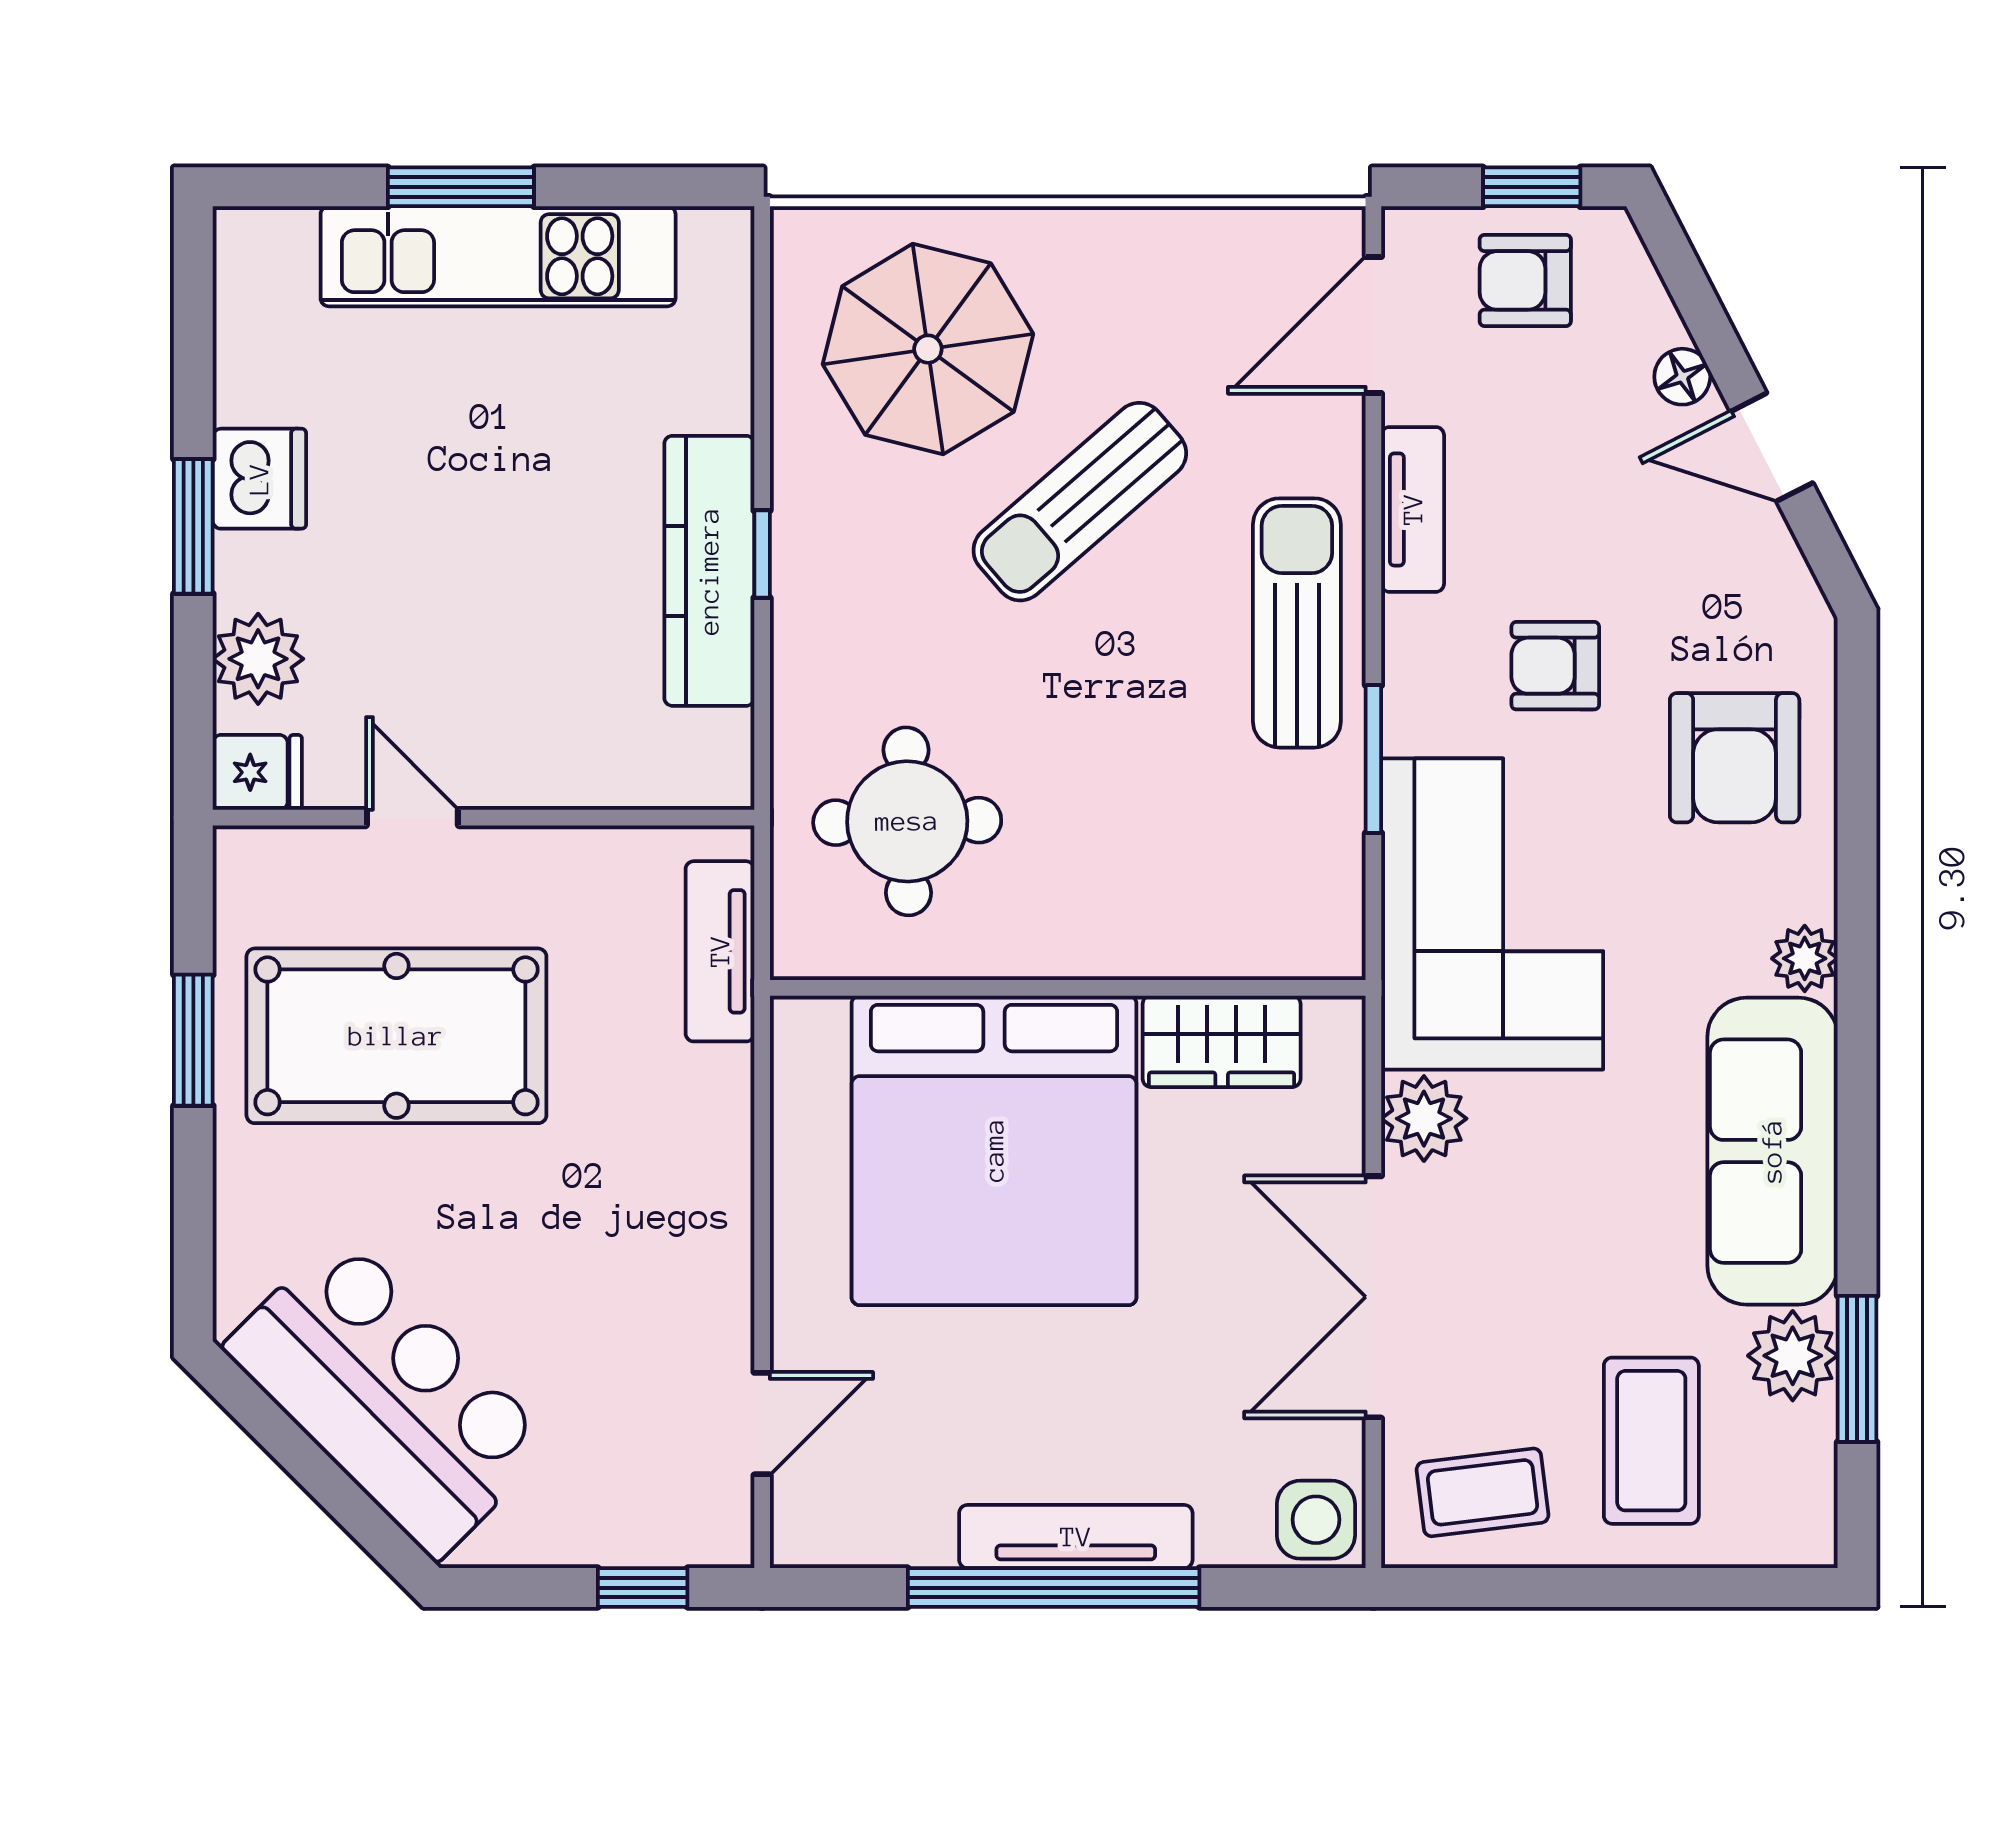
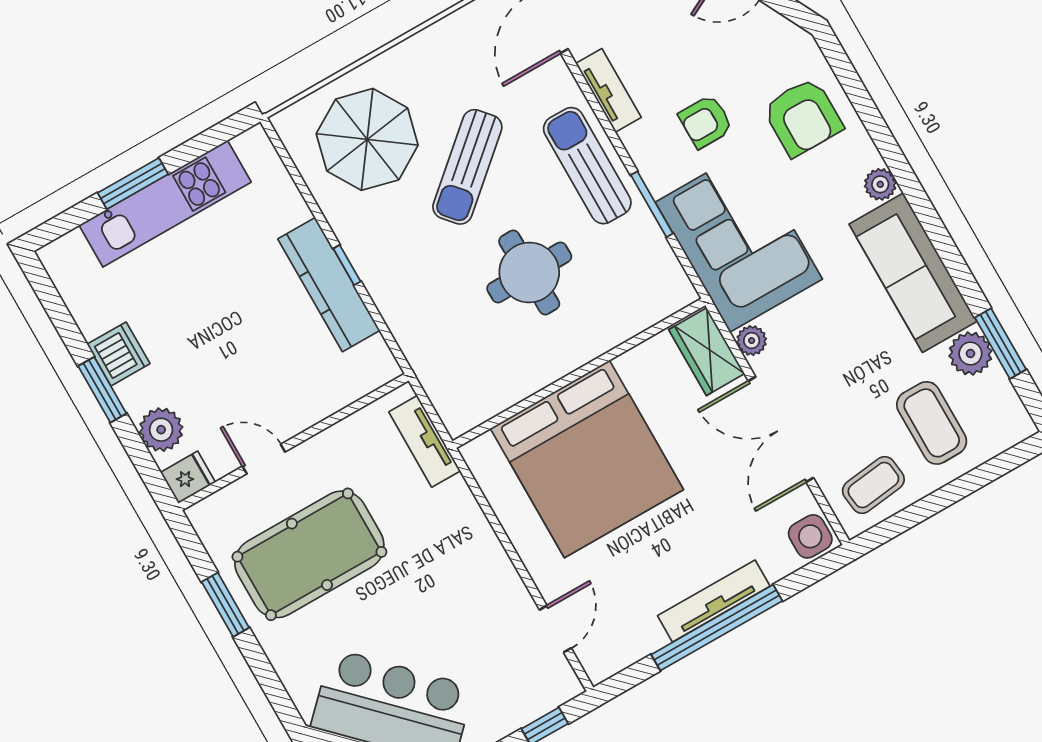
round table: (907, 821) -> (529, 272), moved
wardrobe: (1222, 1041) -> (707, 352), moved, turned 90
plant: (1424, 1119) -> (752, 341), width x0.73, depth x0.73

